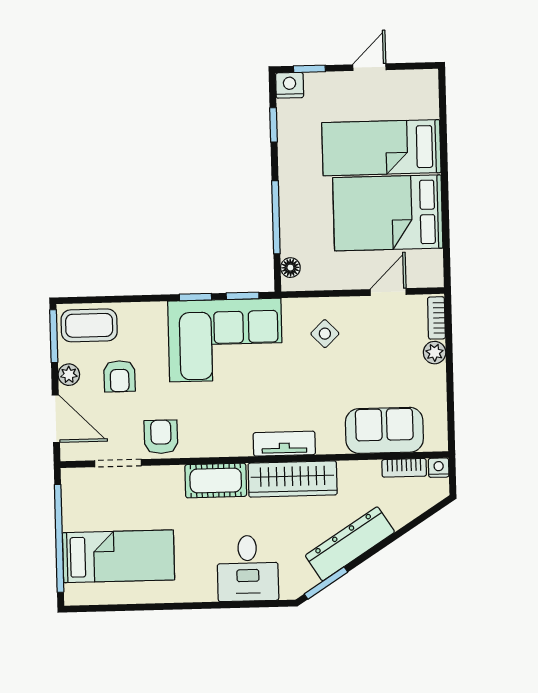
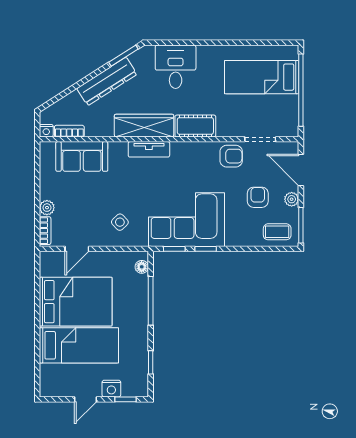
nightstand: (290, 85) -> (111, 389), moved
coffee table: (89, 325) -> (277, 232), width x0.73, depth x0.77
armchair: (161, 437) -> (231, 156), turned -90

